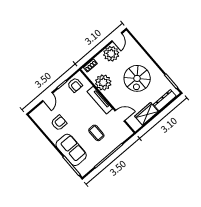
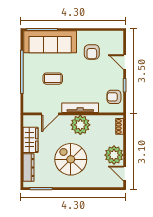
plant: (103, 82) -> (80, 125), moved
sofa: (71, 150) -> (50, 42), width x1.36

